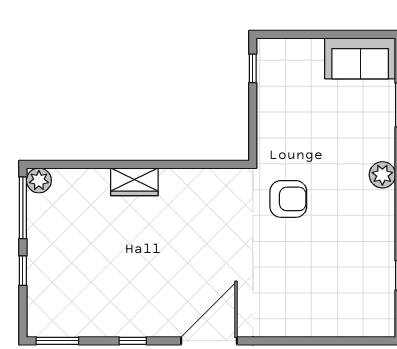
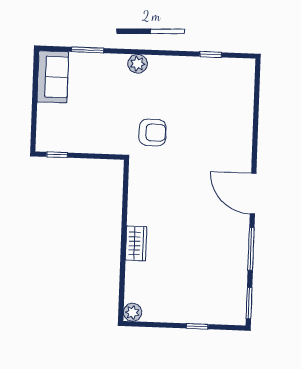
armchair: (288, 199) -> (153, 132), turned 90
window: (23, 208) -> (152, 325), removed
window: (133, 341) -> (251, 249), width x2.17

